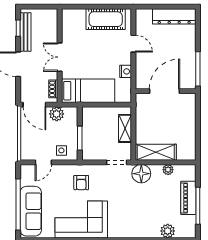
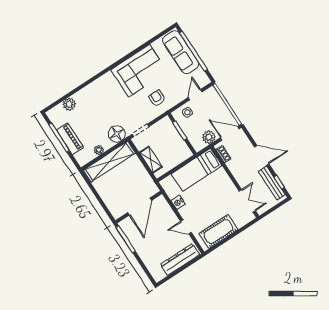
dresser: (174, 16) -> (180, 260), moved
double door: (60, 57) -> (247, 201), moved
shelving: (156, 152) -> (109, 162), width x1.47

